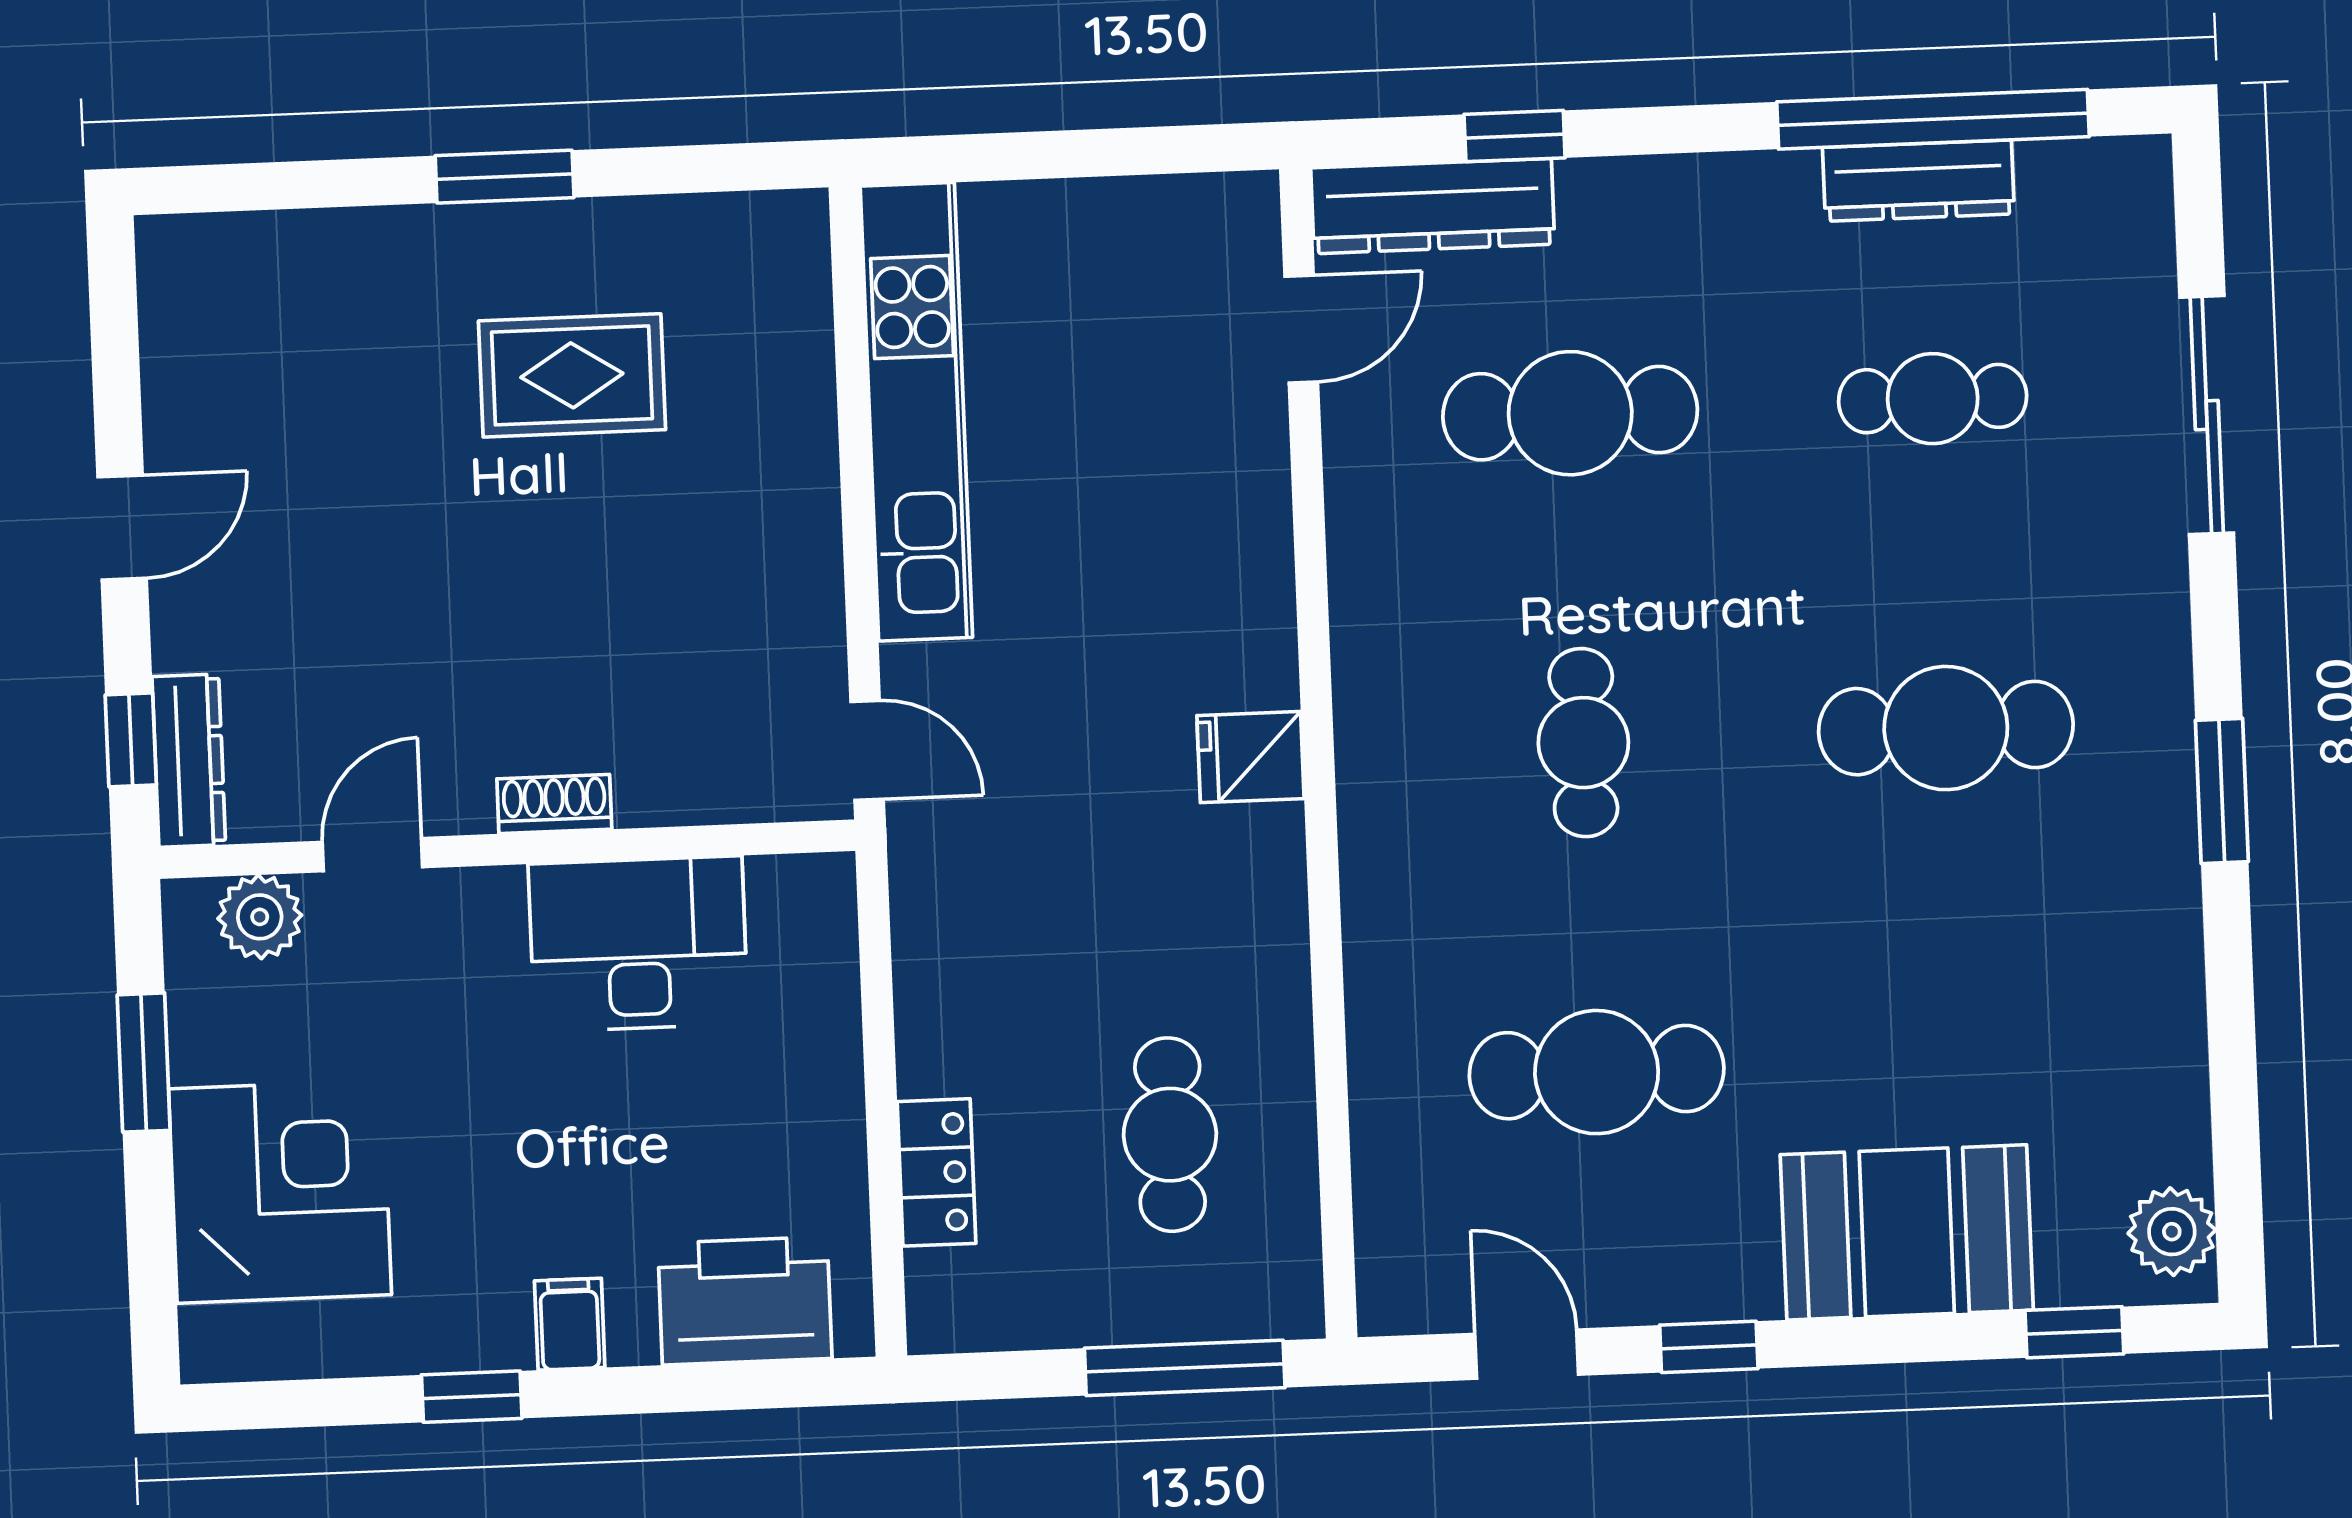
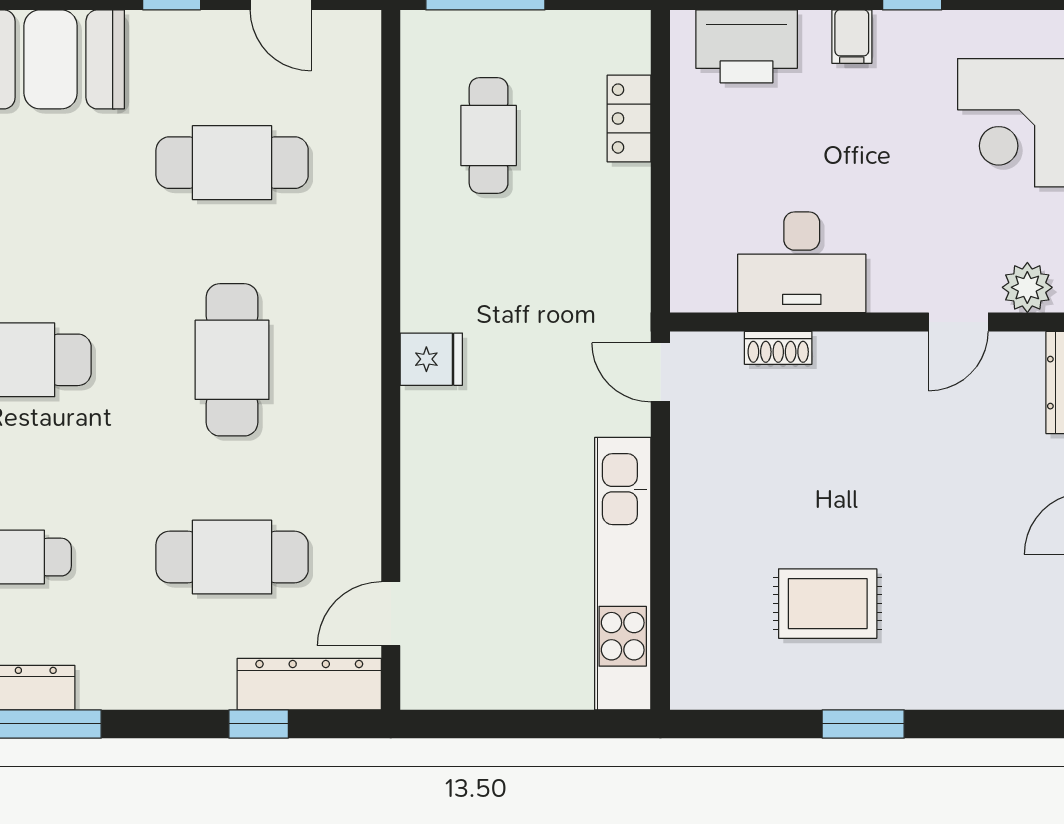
cafe table: (1583, 743) -> (232, 360), width x1.37, depth x1.35
shoe rack: (554, 804) -> (778, 348), moved

